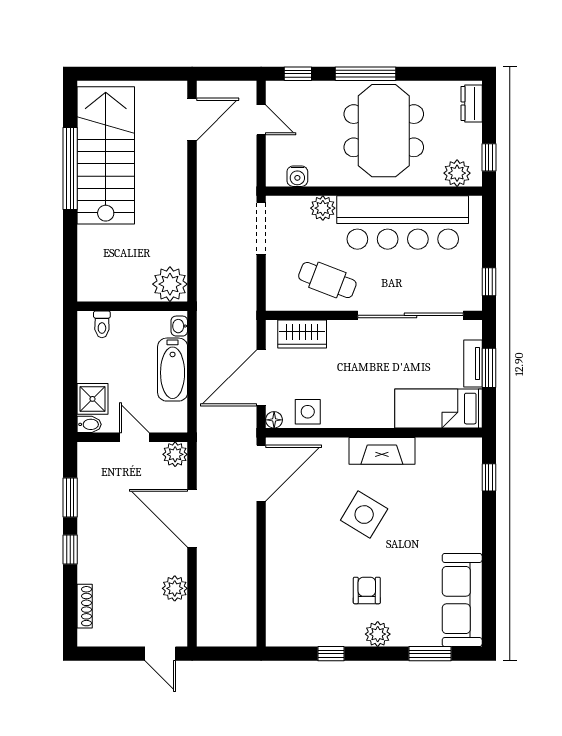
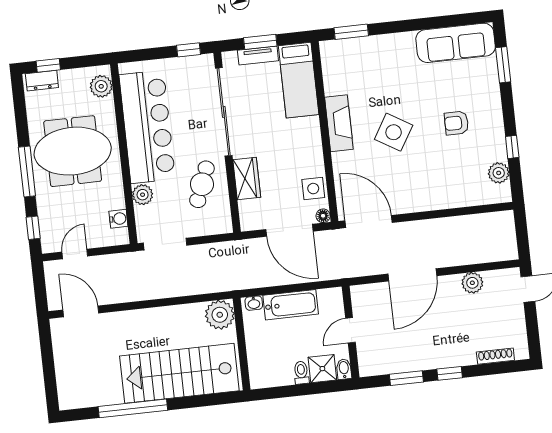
stairs: (106, 155) -> (179, 373), moved
window: (489, 157) -> (48, 65), moved
toilet: (102, 324) -> (301, 373), moved, turned -90
wardrobe: (302, 334) -> (247, 179), moved
plant: (175, 454) -> (361, 295), removed
window: (489, 477) -> (351, 32), width x1.50
plant: (378, 634) -> (499, 173), moved

